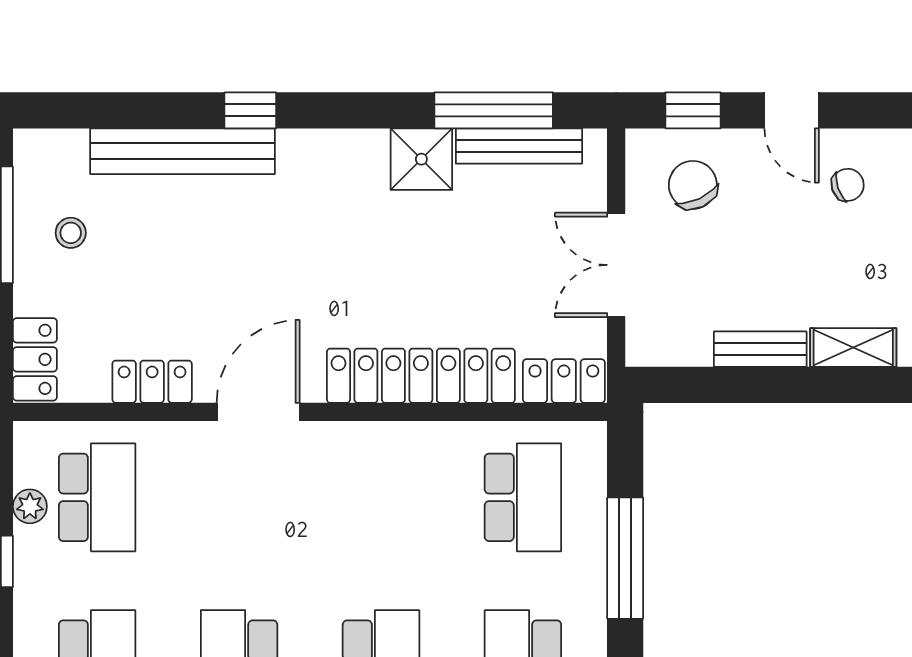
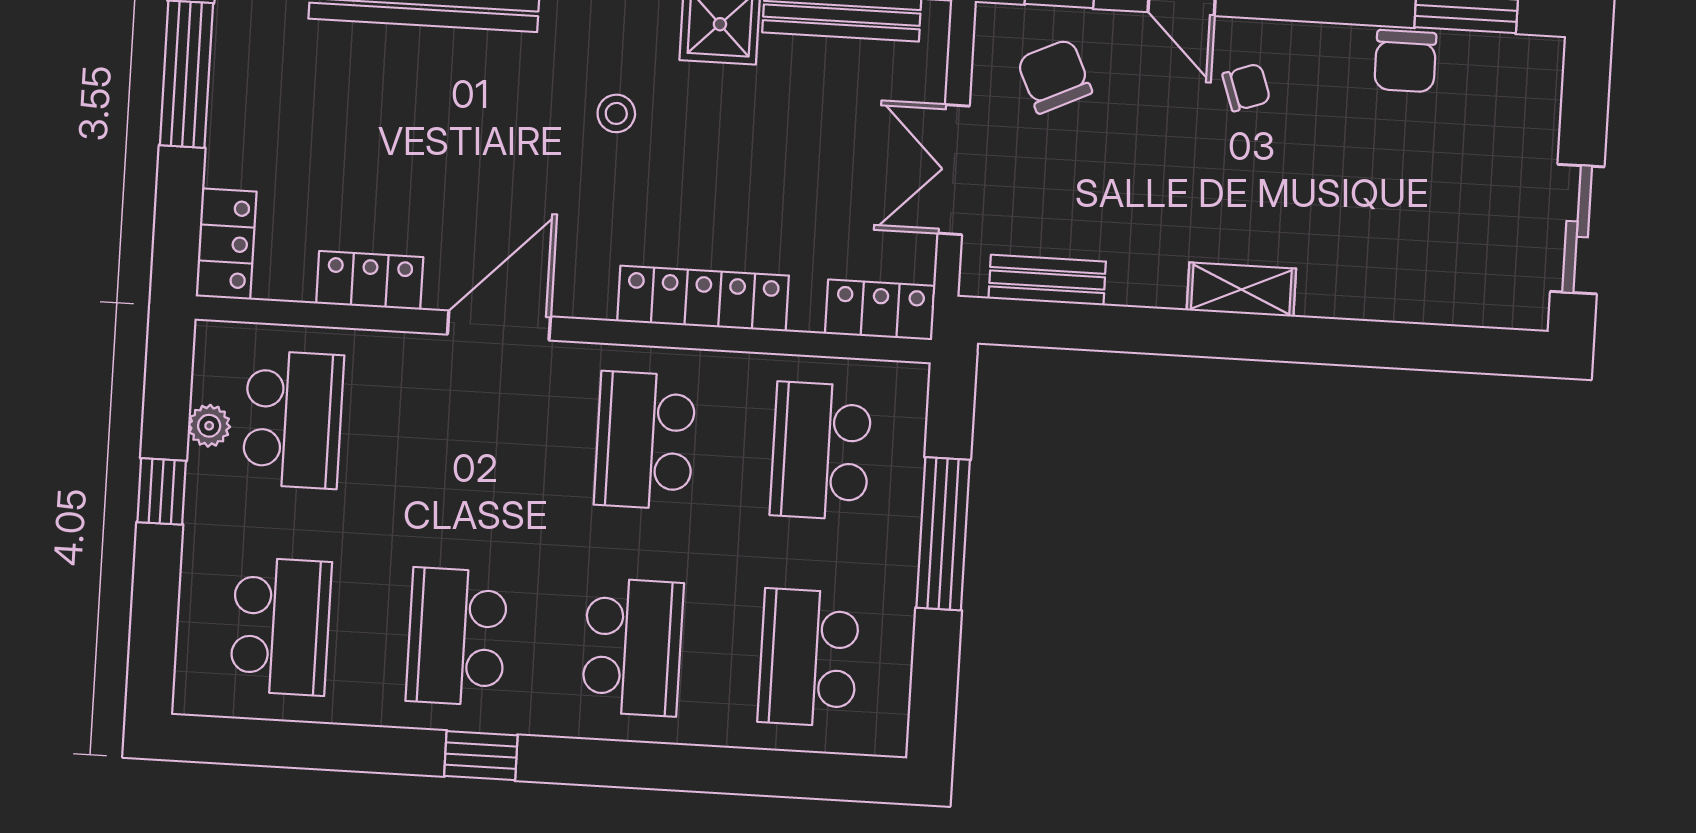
stool: (71, 233) -> (616, 113), moved
bench: (760, 349) -> (1047, 280), moved
locker: (421, 376) -> (703, 298), width x0.71, depth x0.83
school desk: (381, 497) -> (645, 440), added
school desk: (523, 497) -> (821, 451), turned 180

